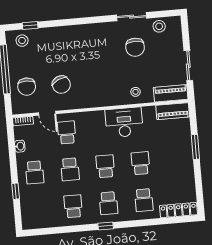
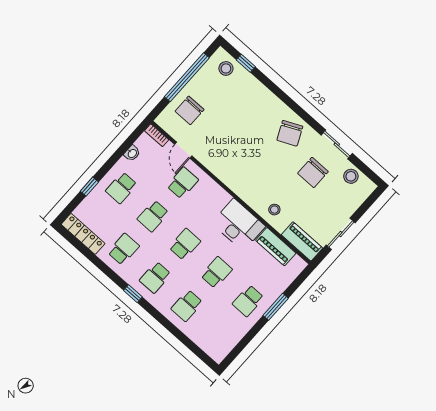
chair: (61, 85) -> (290, 133), moved
piano: (173, 111) -> (276, 247), moved
school desk: (176, 160) -> (248, 301), added
locker: (178, 210) -> (83, 234), moved

